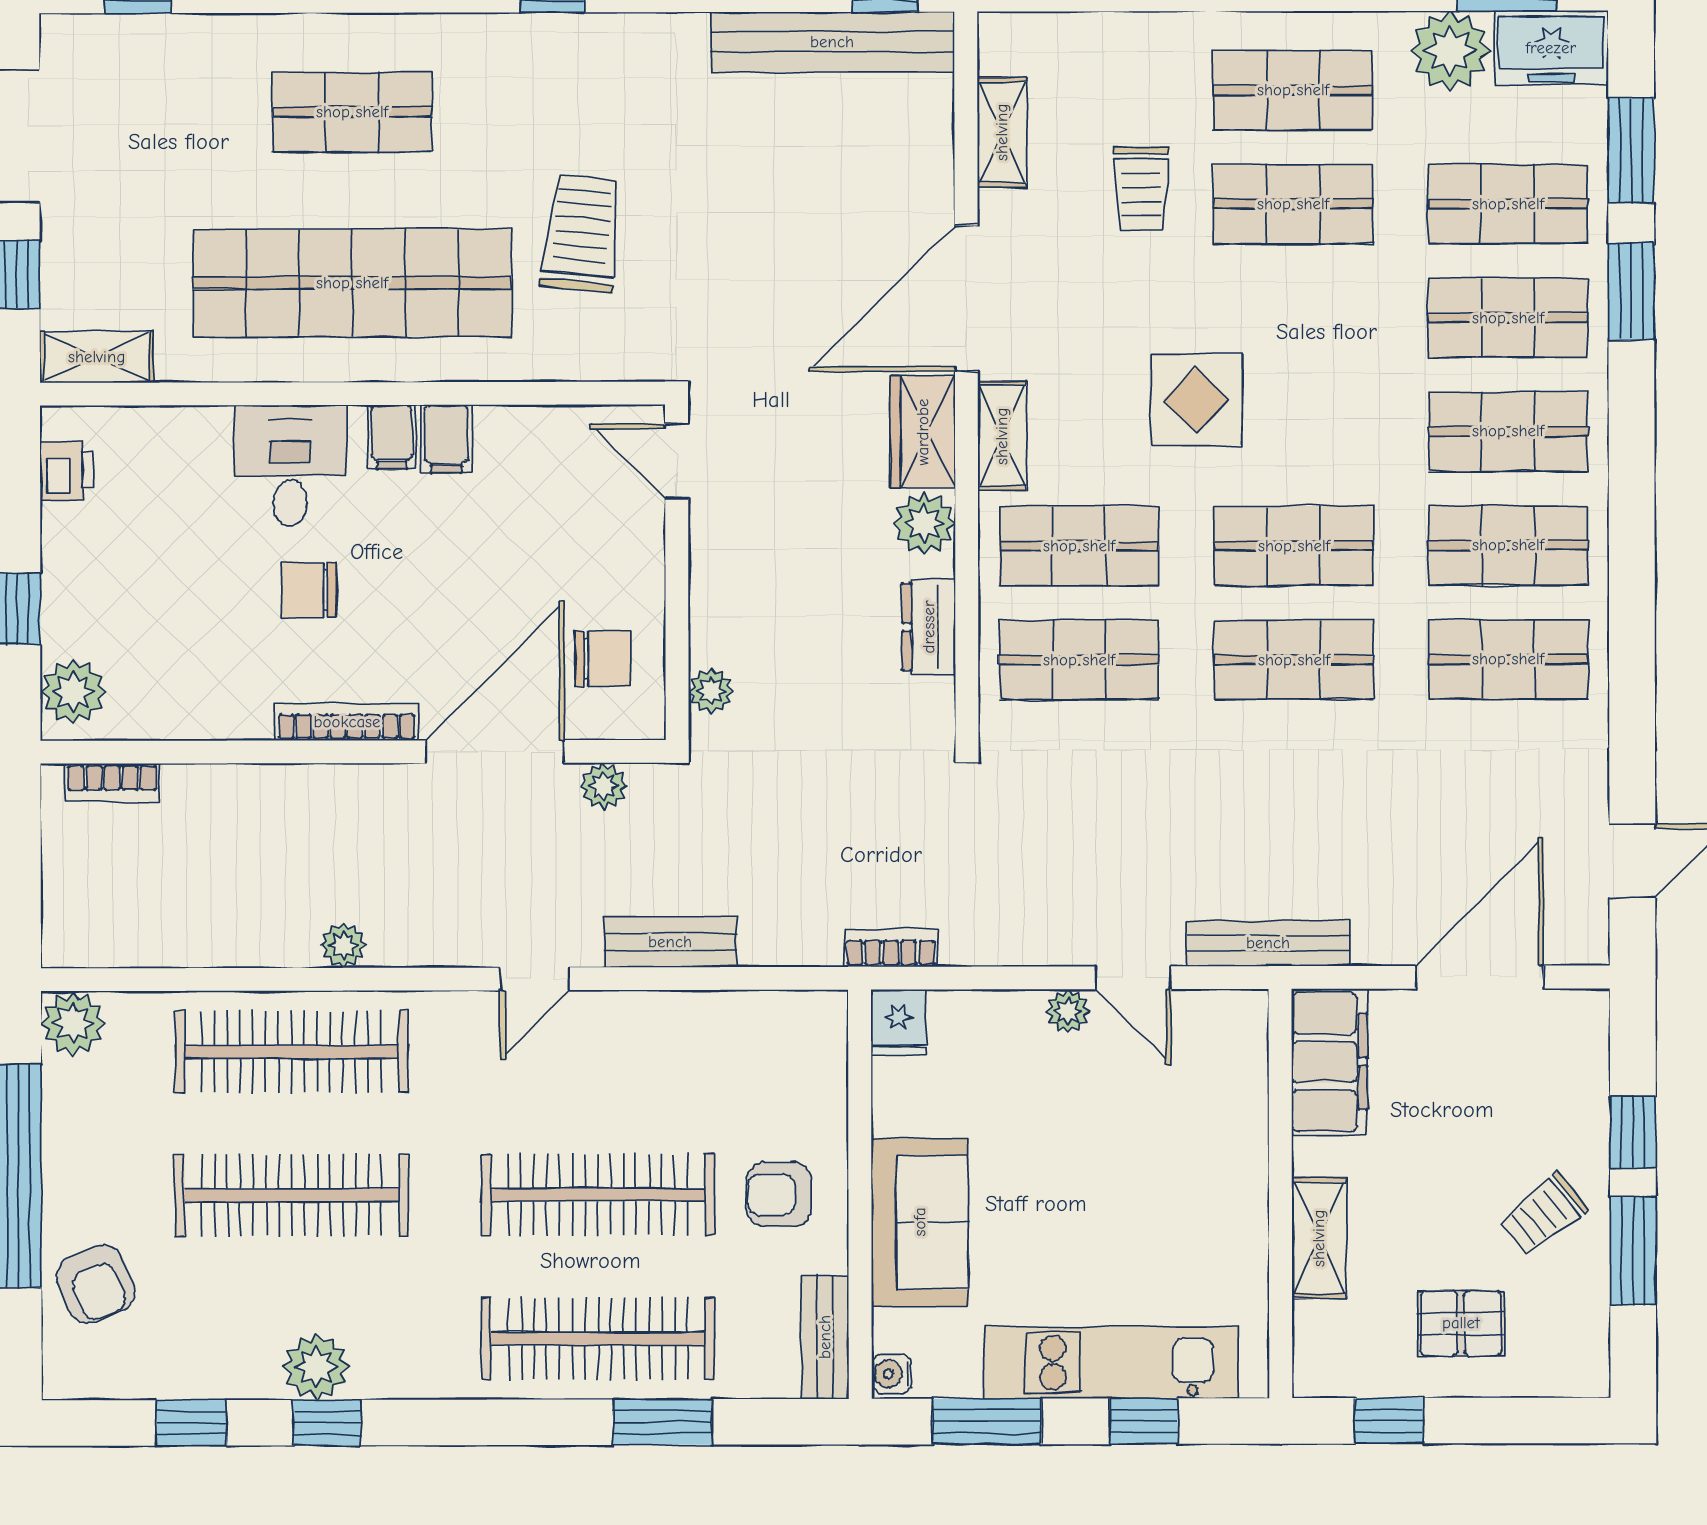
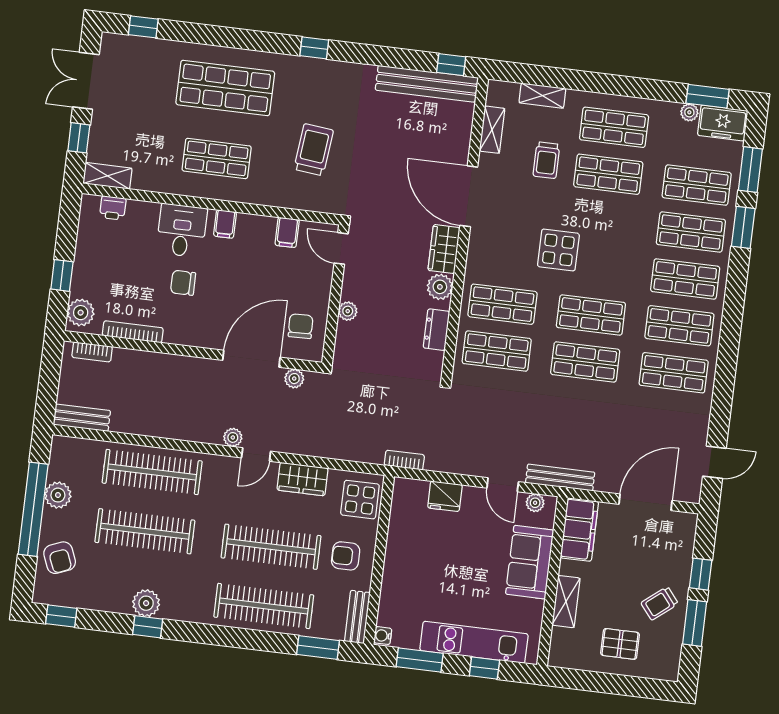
plant: (1450, 51) -> (689, 112), width x0.53, depth x0.53
shop shelf: (352, 112) -> (225, 88), width x1.43, depth x1.36
shop shelf: (352, 283) -> (217, 158), width x0.50, depth x0.74
door: (966, 298) -> (469, 196), hinge flipped
shelving: (1002, 436) -> (542, 96), moved, turned 90
filing cabinet: (446, 439) -> (287, 232), moved
printer: (67, 470) -> (113, 208), moved, turned 90
chair: (603, 659) -> (301, 326), turned -92
plant: (711, 691) -> (348, 311), moved
bookcase: (347, 722) -> (133, 332), moved
bench: (670, 942) -> (82, 418), moved
plant: (343, 945) -> (233, 437), moved
plant: (1068, 1011) -> (535, 503), moved
plant: (73, 1023) -> (58, 495), moved
fridge: (899, 1023) -> (445, 496), moved, width x1.38
wardrobe: (653, 1024) -> (302, 479), added
display table: (796, 1055) -> (360, 500), added
sofa: (920, 1222) -> (530, 562), moved, turned 180
window: (1389, 1421) -> (585, 680), removed
window: (662, 1422) -> (318, 648), moved
window: (191, 1423) -> (61, 616), moved

